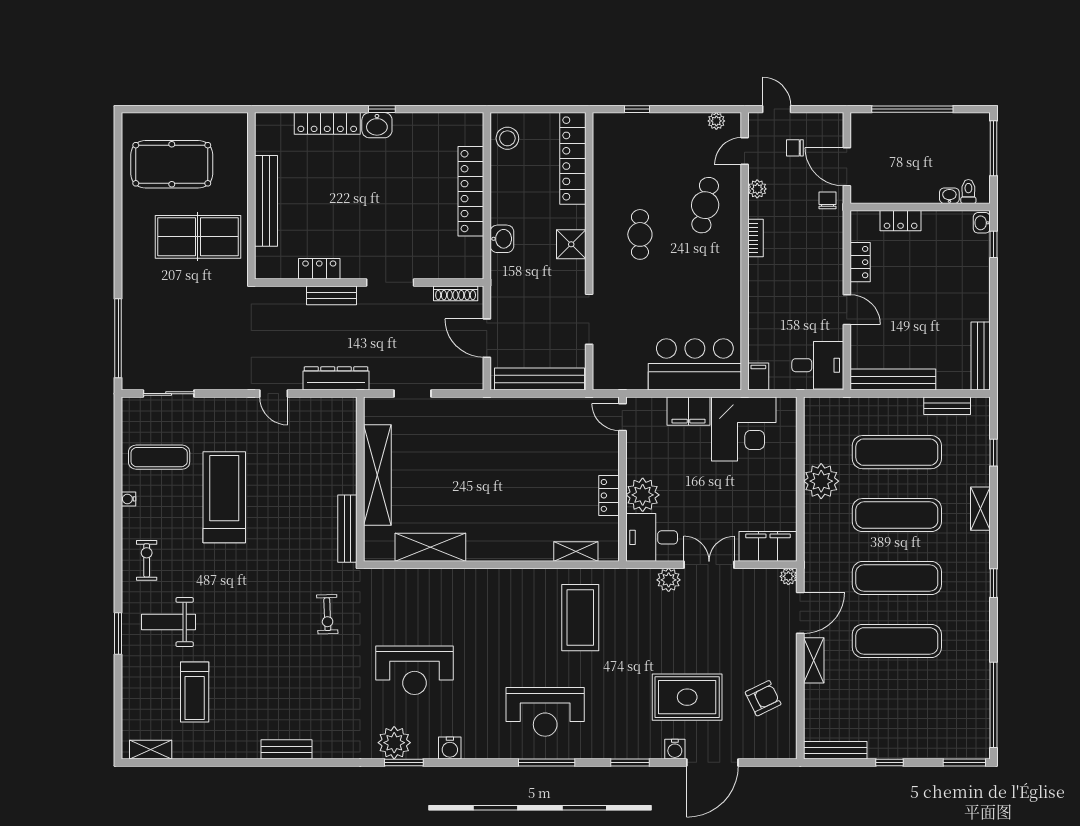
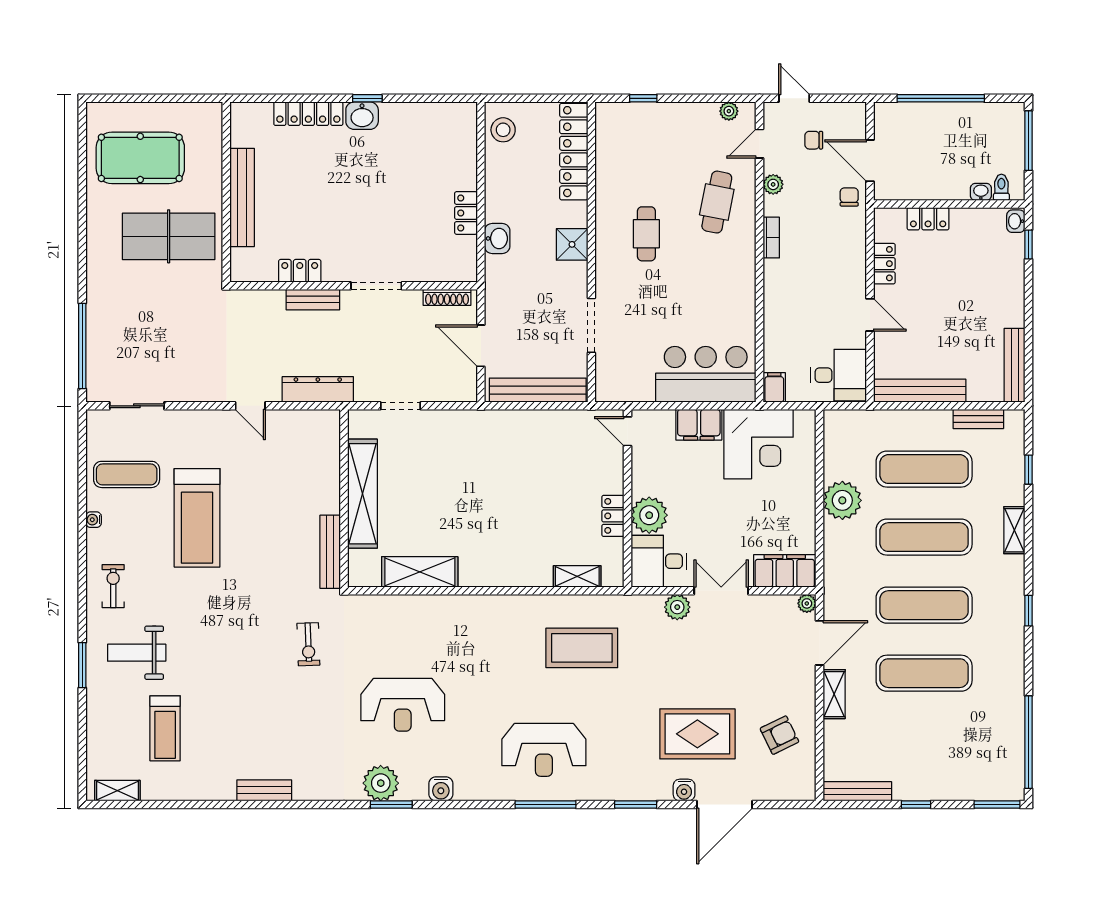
locker: (471, 191) -> (466, 213), width x0.46, depth x0.83
treadmill: (224, 497) -> (197, 518), turned 180
coffee table: (580, 618) -> (582, 648), turned 90

